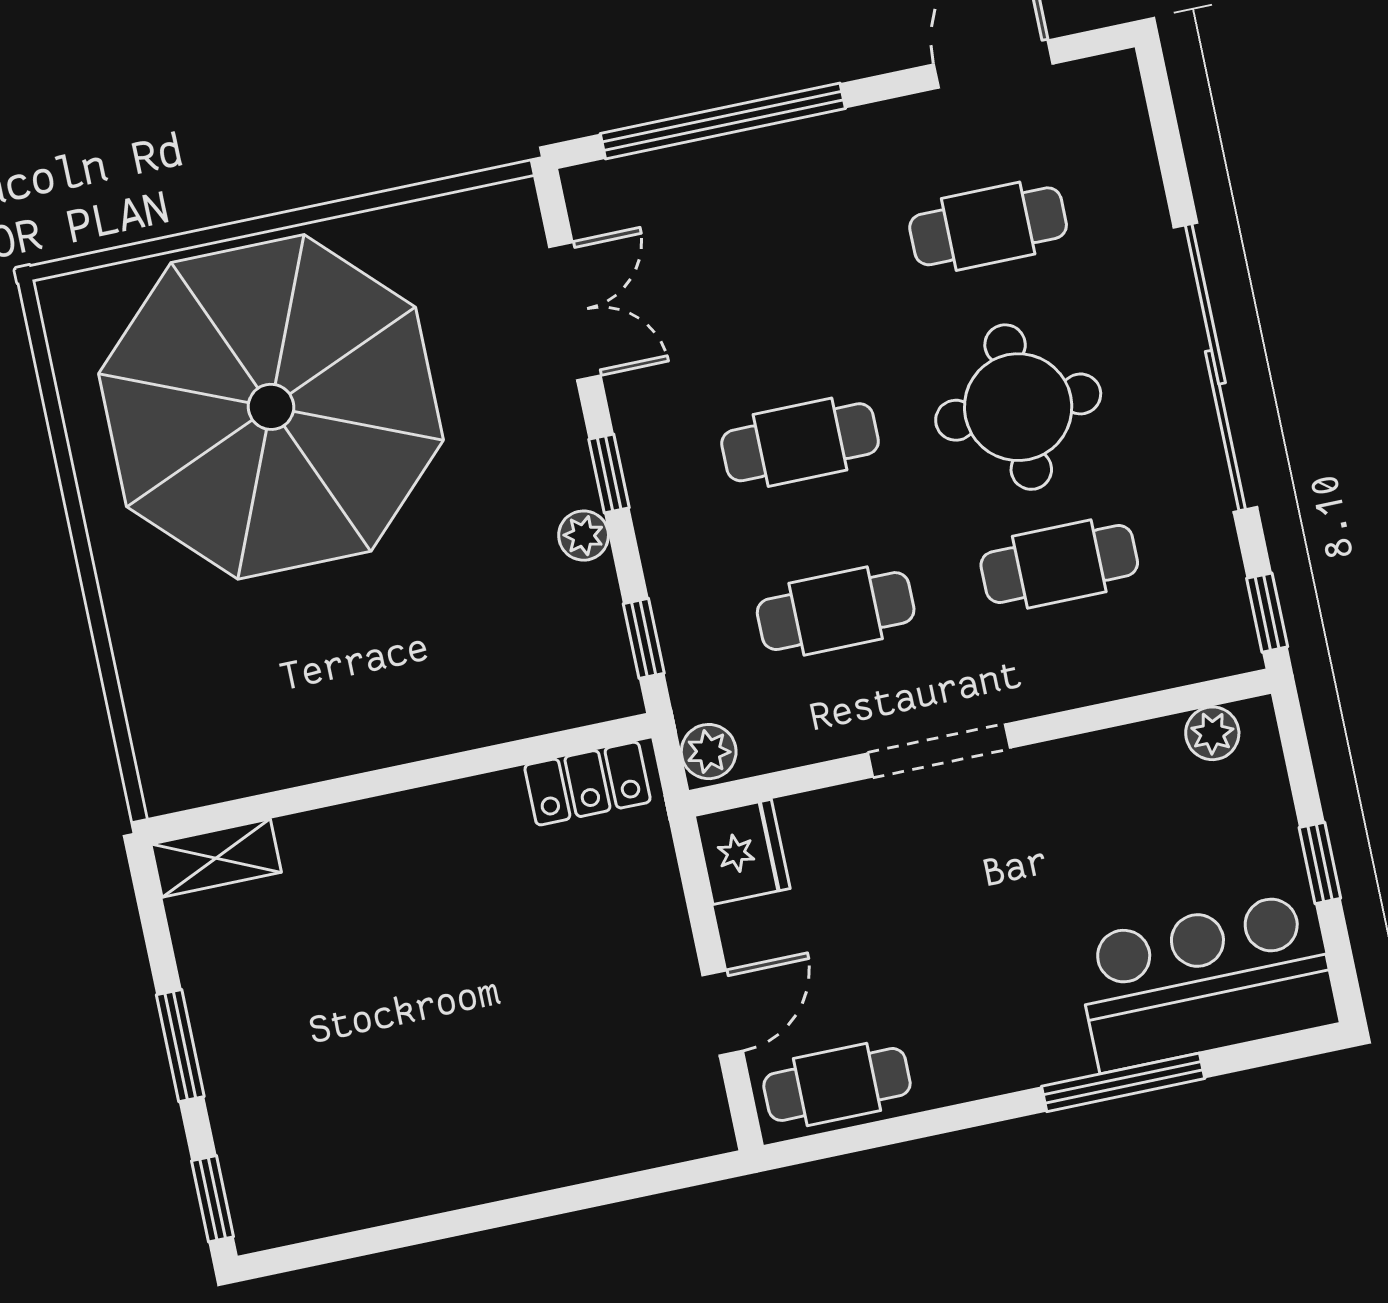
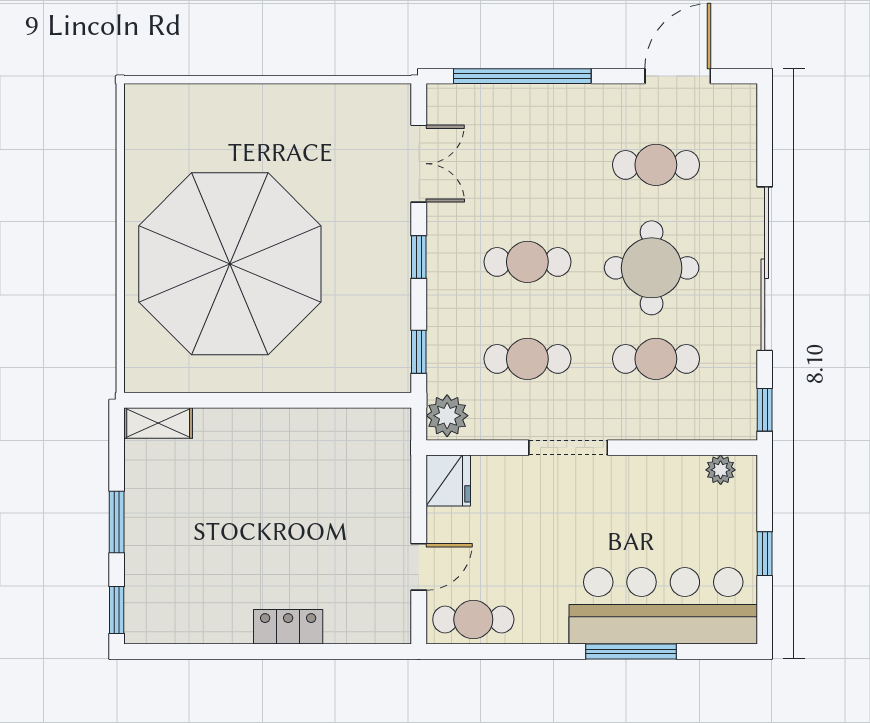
parasol: (271, 407) -> (230, 264), moved
plant: (584, 536) -> (398, 288), removed
plant: (709, 752) -> (447, 416), width x1.38, depth x1.38
locker: (587, 784) -> (288, 627), moved, turned 180
bar counter: (1206, 982) -> (663, 606), width x1.36

